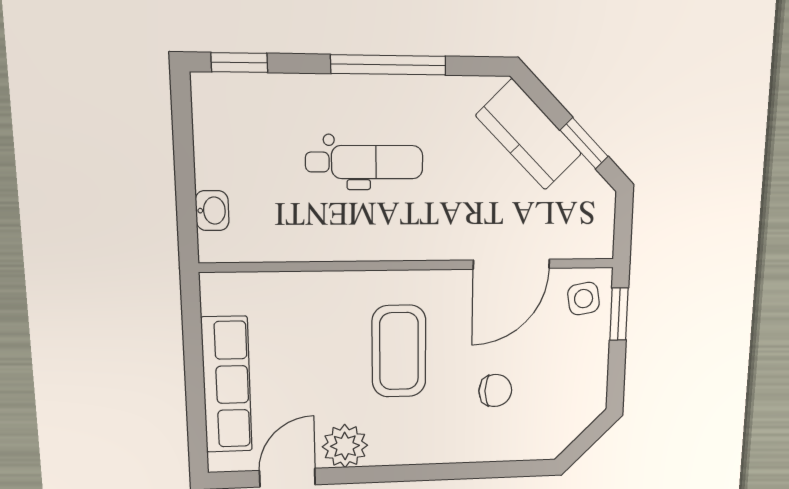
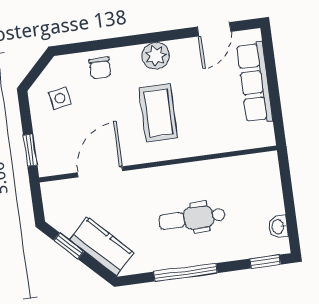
washbasin: (212, 211) -> (278, 227), moved
side table: (584, 299) -> (60, 98), moved
chair: (495, 390) -> (100, 68), moved, turned -90
plant: (345, 446) -> (156, 56), moved

